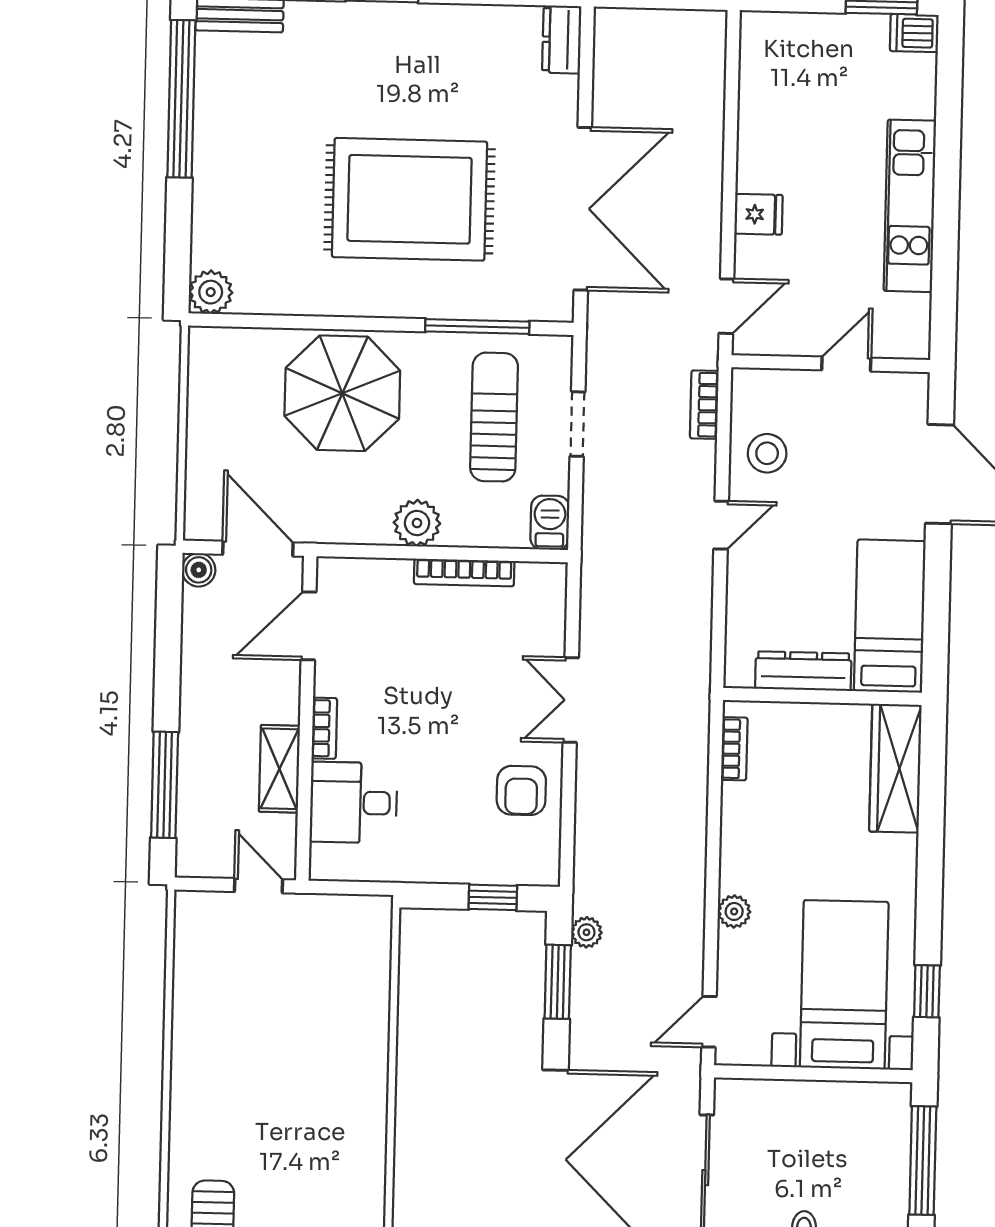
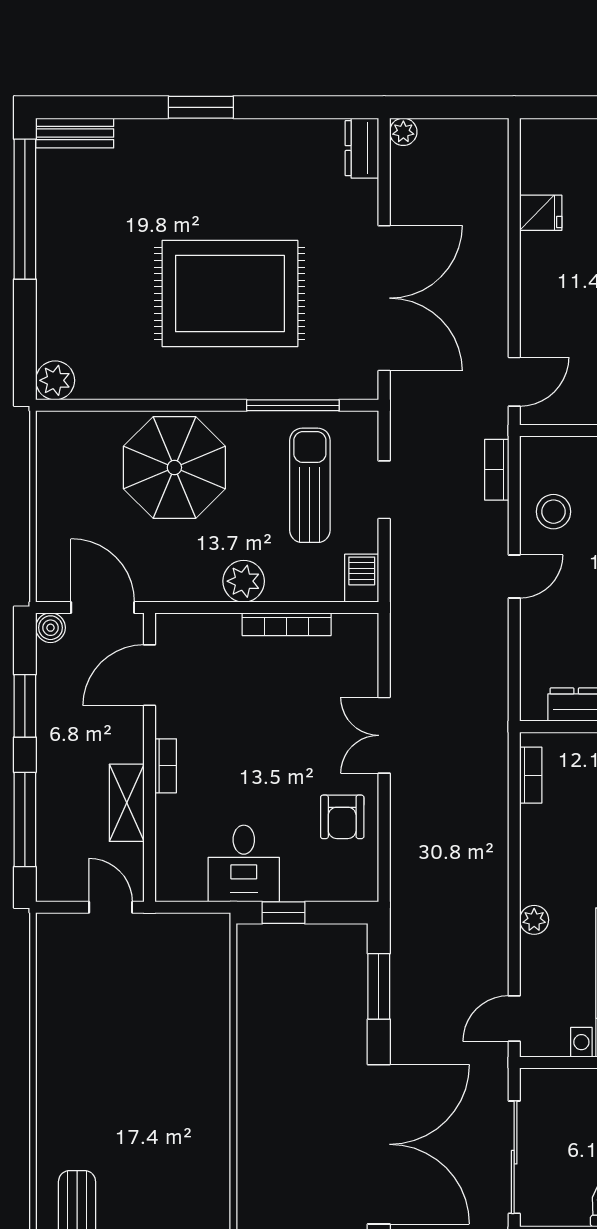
fridge: (759, 214) -> (541, 213), moved
window: (168, 657) -> (25, 706), added
desk: (353, 803) -> (244, 863), moved, turned -90
window: (493, 897) -> (283, 913), moved
plant: (586, 932) -> (403, 132), moved

